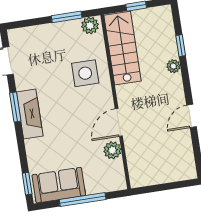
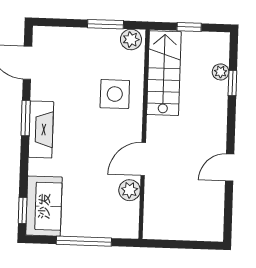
plant: (173, 66) -> (221, 72), moved
sofa: (59, 185) -> (44, 206), moved, turned 90

